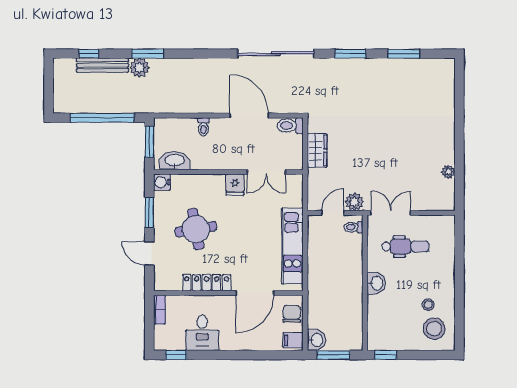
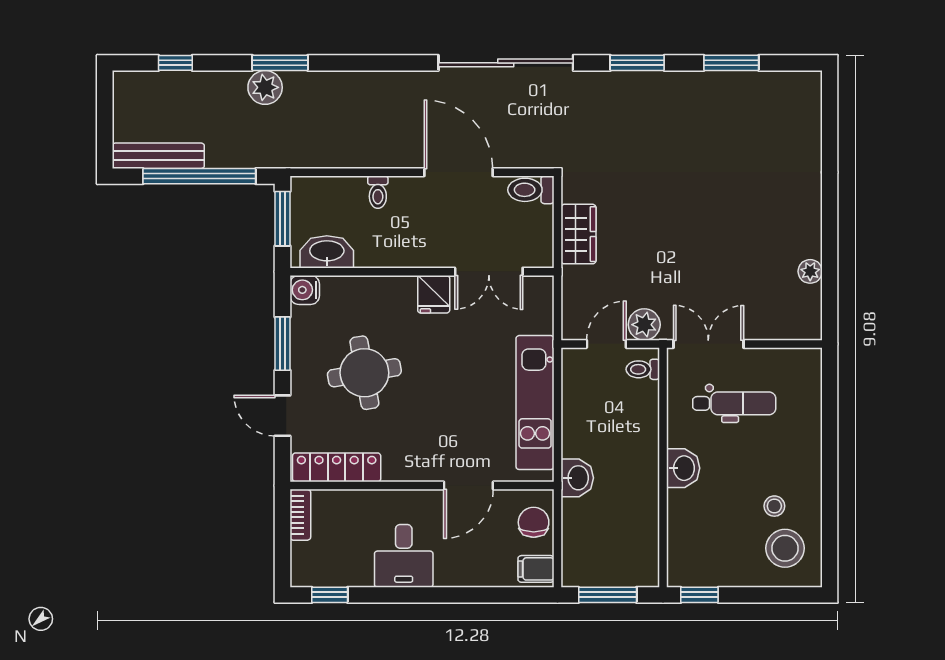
bench: (102, 65) -> (158, 156), moved
locker: (207, 283) -> (337, 467), moved
door: (255, 293) -> (468, 486), width x0.73
desk: (202, 333) -> (404, 556), moved
washbasin: (316, 340) -> (577, 478), moved

